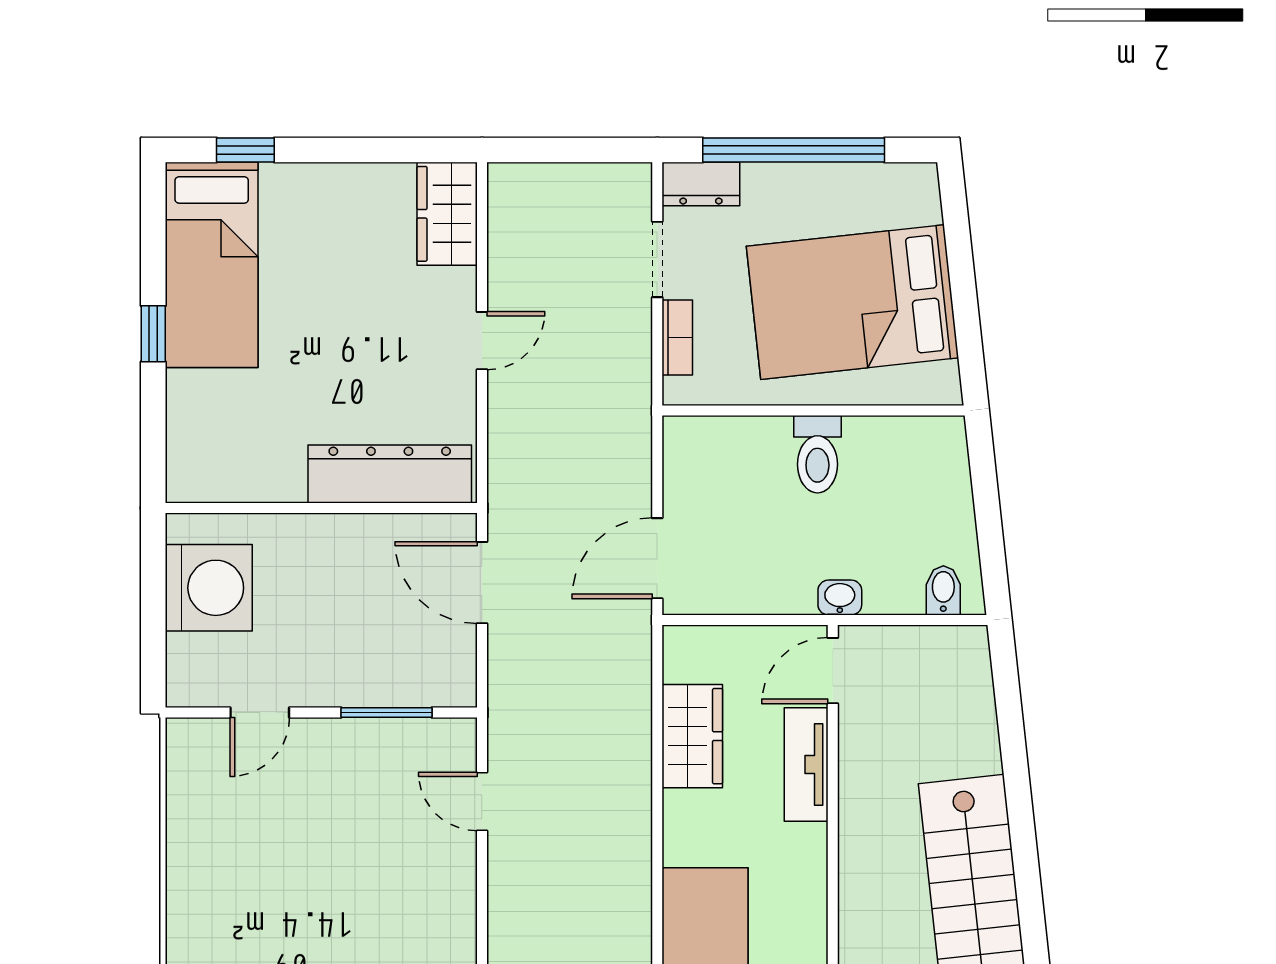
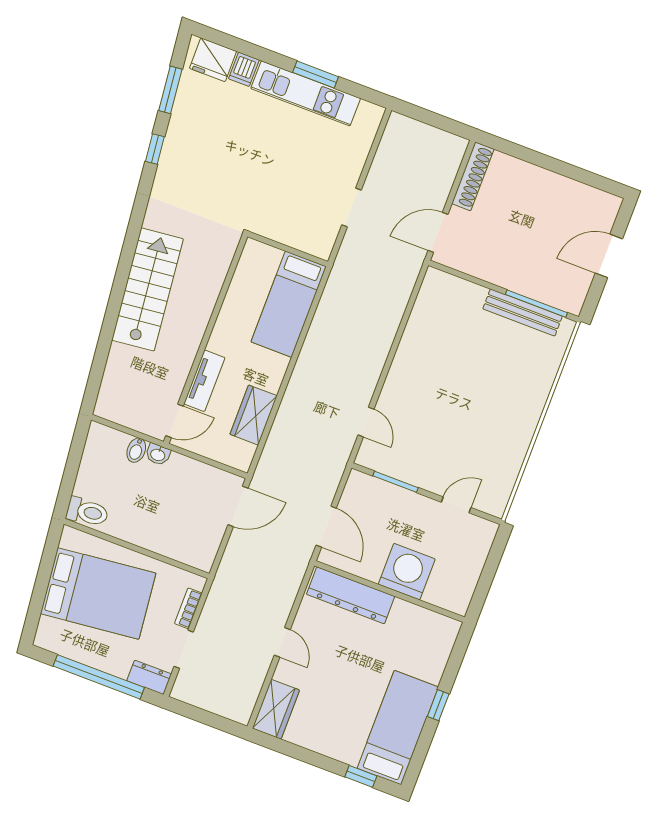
door: (482, 341) -> (282, 642), swing flipped
toilet: (817, 454) -> (87, 512), moved, turned 84
washing machine: (209, 588) -> (407, 572), moved, turned 90
bidet: (943, 590) -> (136, 450), moved

